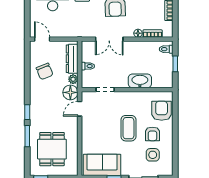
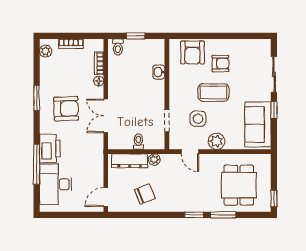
double door: (109, 39) -> (106, 116), swing flipped
washbasin: (140, 81) -> (159, 72), width x0.52, depth x0.69
floor lamp: (70, 92) -> (170, 163), removed
armchair: (162, 111) -> (192, 52), turned -90
plant: (88, 131) -> (217, 141), added
dining table: (52, 149) -> (239, 185), turned 90
side table: (153, 155) -> (198, 119), moved

